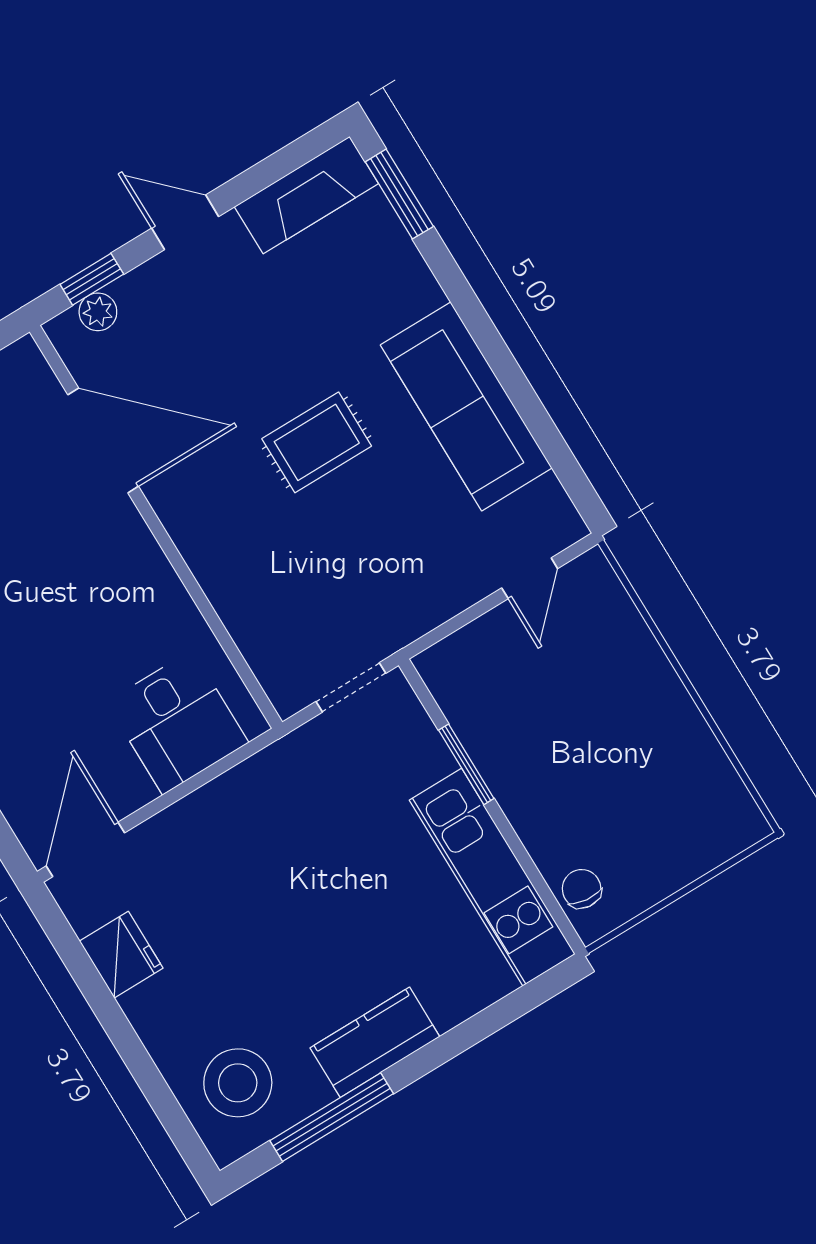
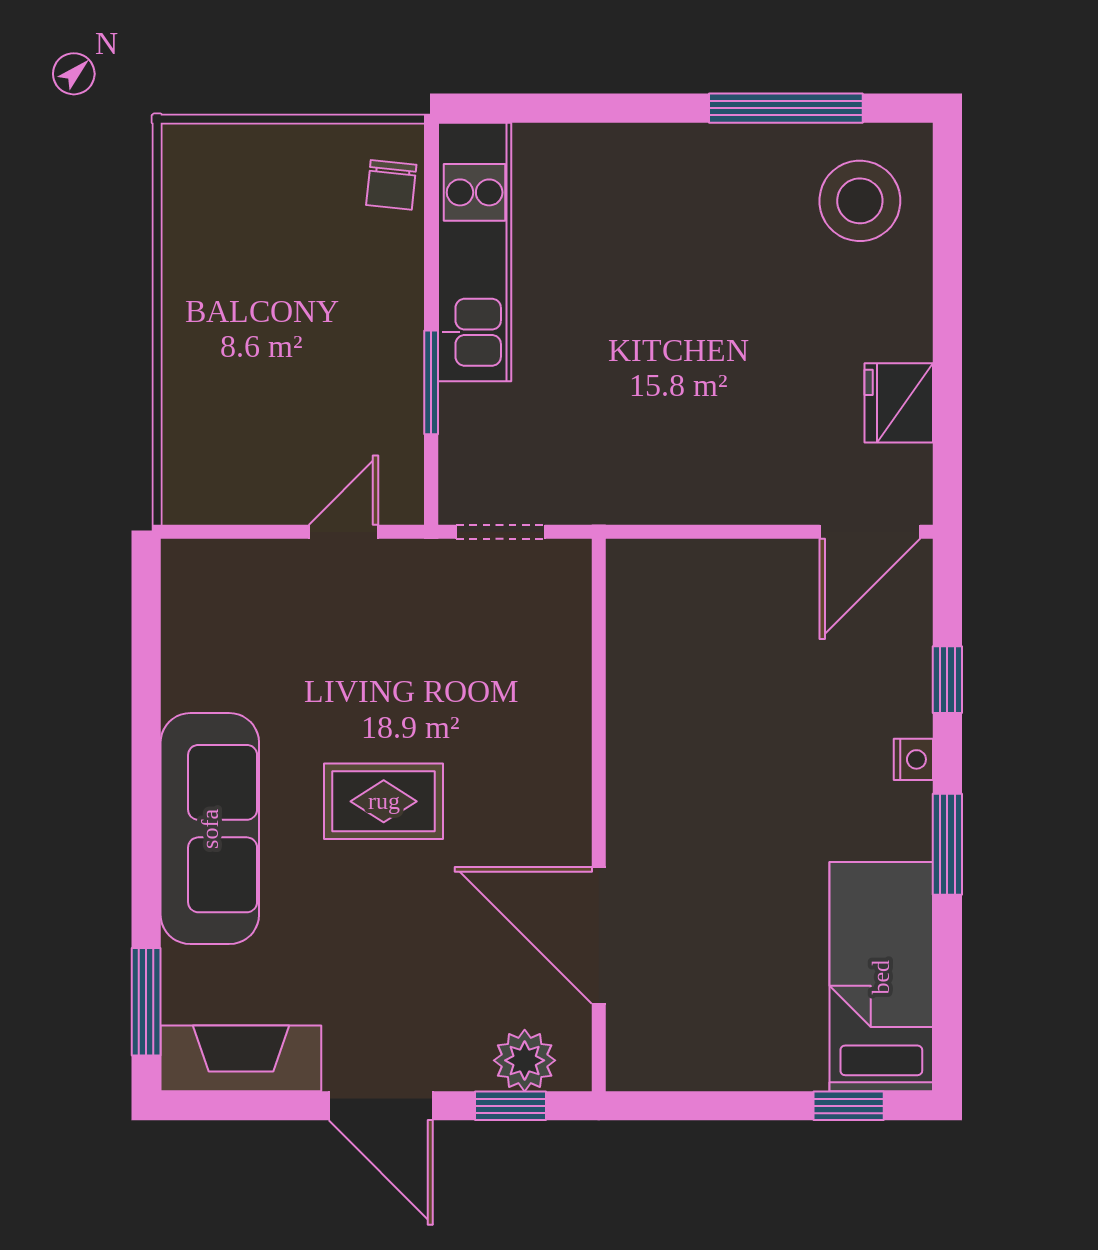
door: (185, 222) -> (381, 1106), width x1.38
plant: (98, 312) -> (525, 1060), width x1.38, depth x1.38
sofa: (466, 406) -> (210, 829), moved
door: (530, 578) -> (343, 532), moved
desk: (177, 722) -> (698, 604), removed
kitchen counter: (375, 1042) -> (696, 157), removed

